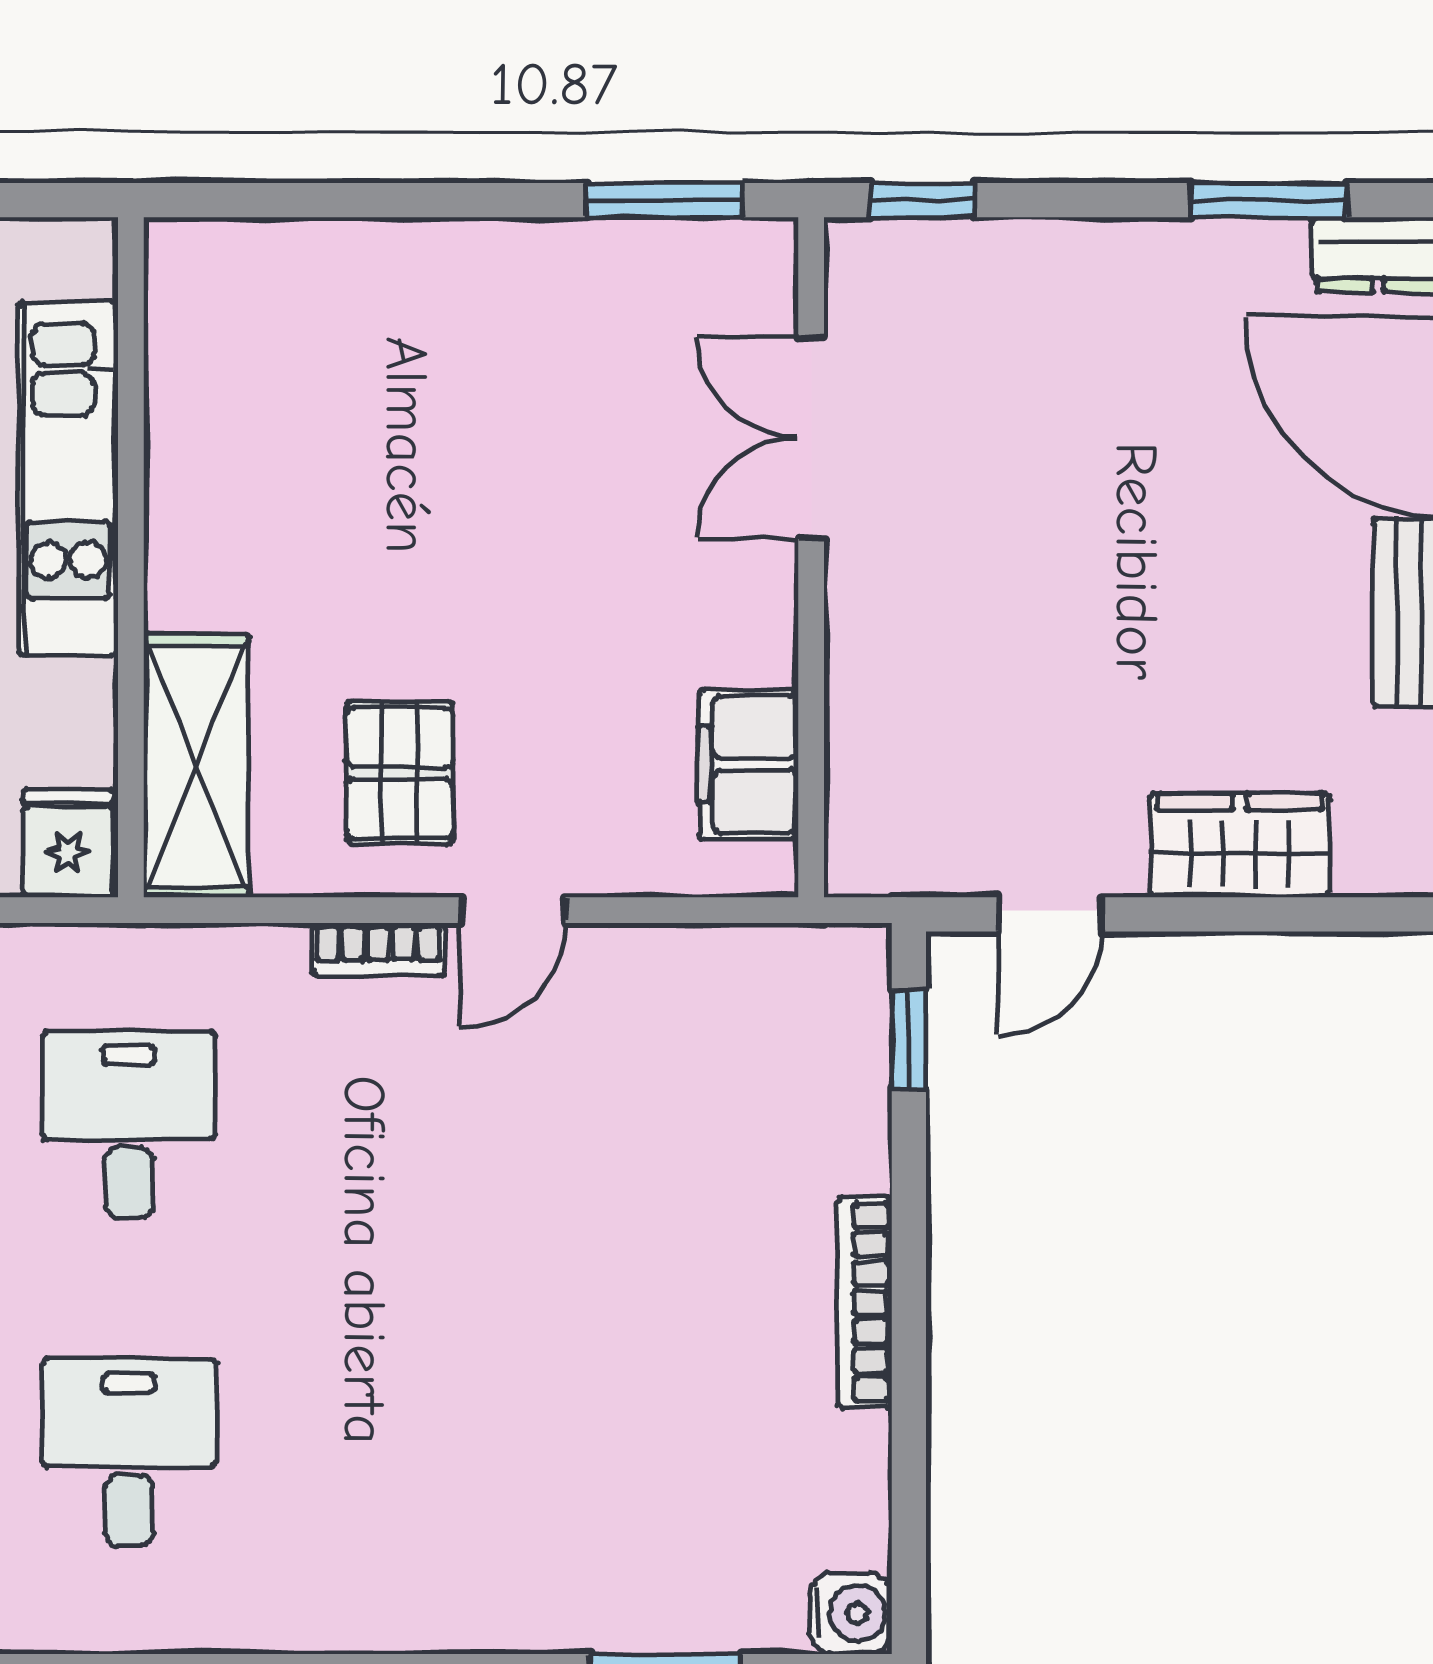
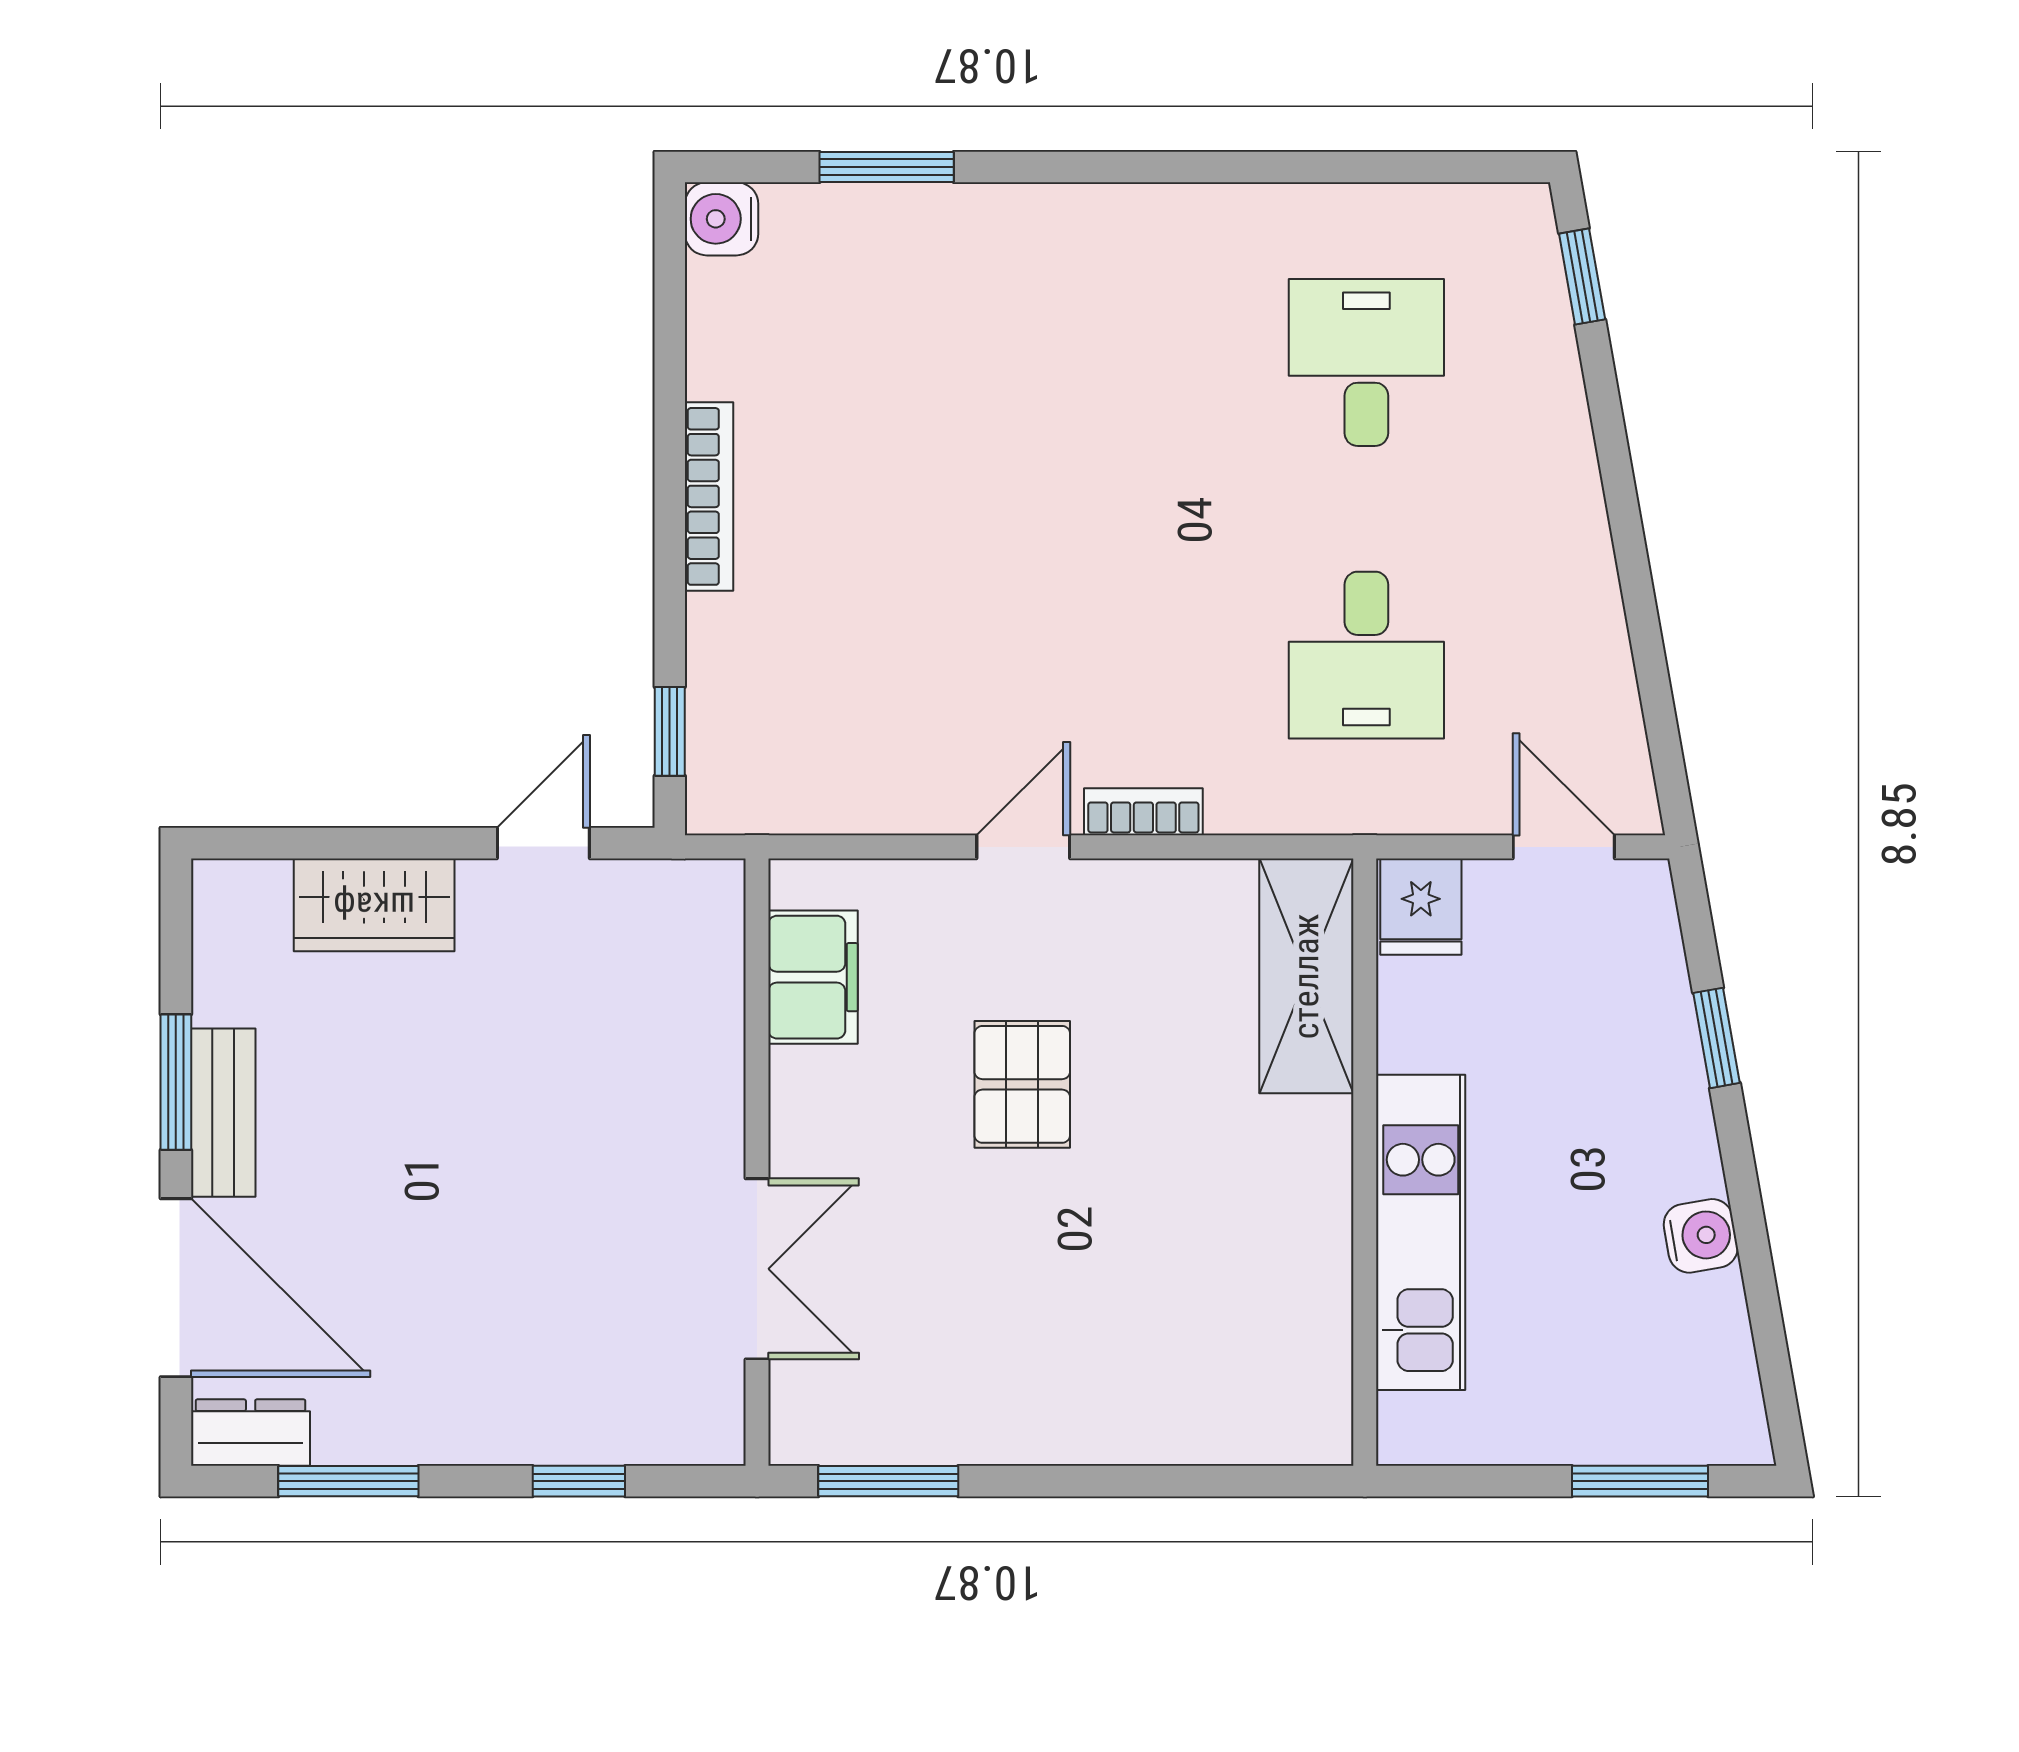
window: (922, 200) -> (579, 1481), moved
pallet: (400, 773) -> (1022, 1084), moved
desk: (129, 1452) -> (1366, 363), turned 180

